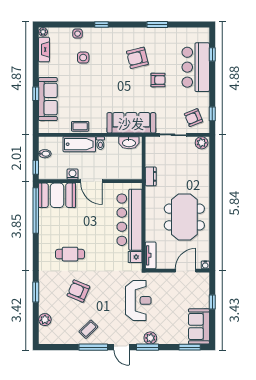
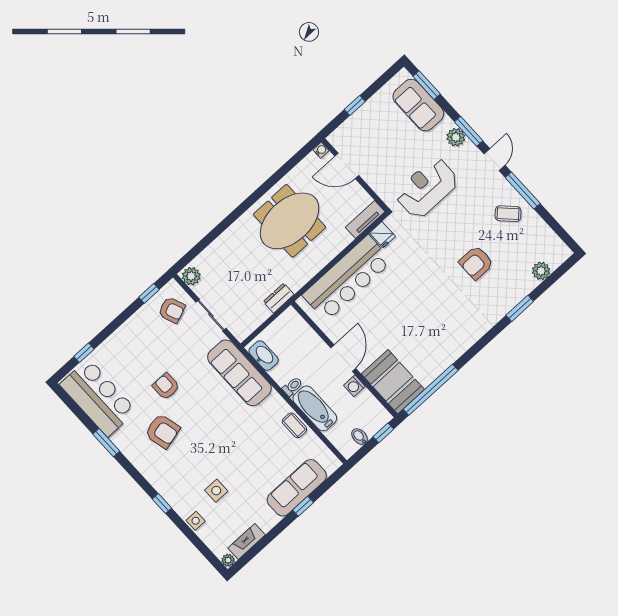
bar counter: (196, 67) -> (98, 397), moved, turned -90
cafe table: (70, 254) -> (444, 309), removed
armchair: (78, 291) -> (476, 263), turned 67
sofa: (199, 326) -> (418, 105), moved, turned 90

